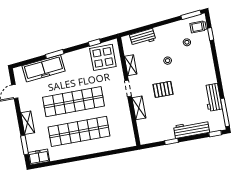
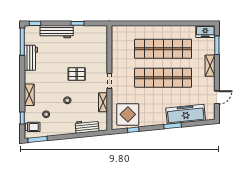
shelving: (139, 108) -> (29, 95), moved

